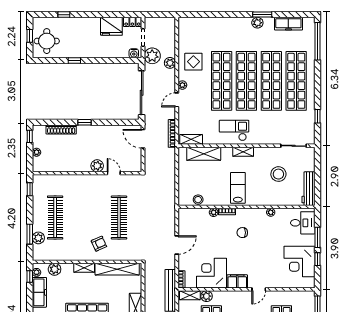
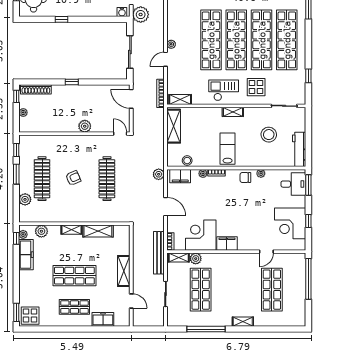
display table: (193, 62) -> (256, 87), moved
plant: (170, 63) -> (159, 174), moved
sliding door: (142, 93) -> (130, 52), width x0.73
shoe rack: (61, 130) -> (36, 89), moved
shelving: (204, 154) -> (174, 126), moved, turned 90
door: (114, 173) -> (120, 134), moved
filing cabinet: (191, 215) -> (180, 176), added
chair: (242, 233) -> (245, 177), moved
window: (30, 234) -> (16, 174), moved
window: (317, 237) -> (308, 185), moved
armchair: (99, 244) -> (73, 178), moved
door: (177, 245) -> (166, 207), hinge flipped
shelving: (117, 269) -> (98, 231), width x0.68
door: (259, 289) -> (266, 252), moved

